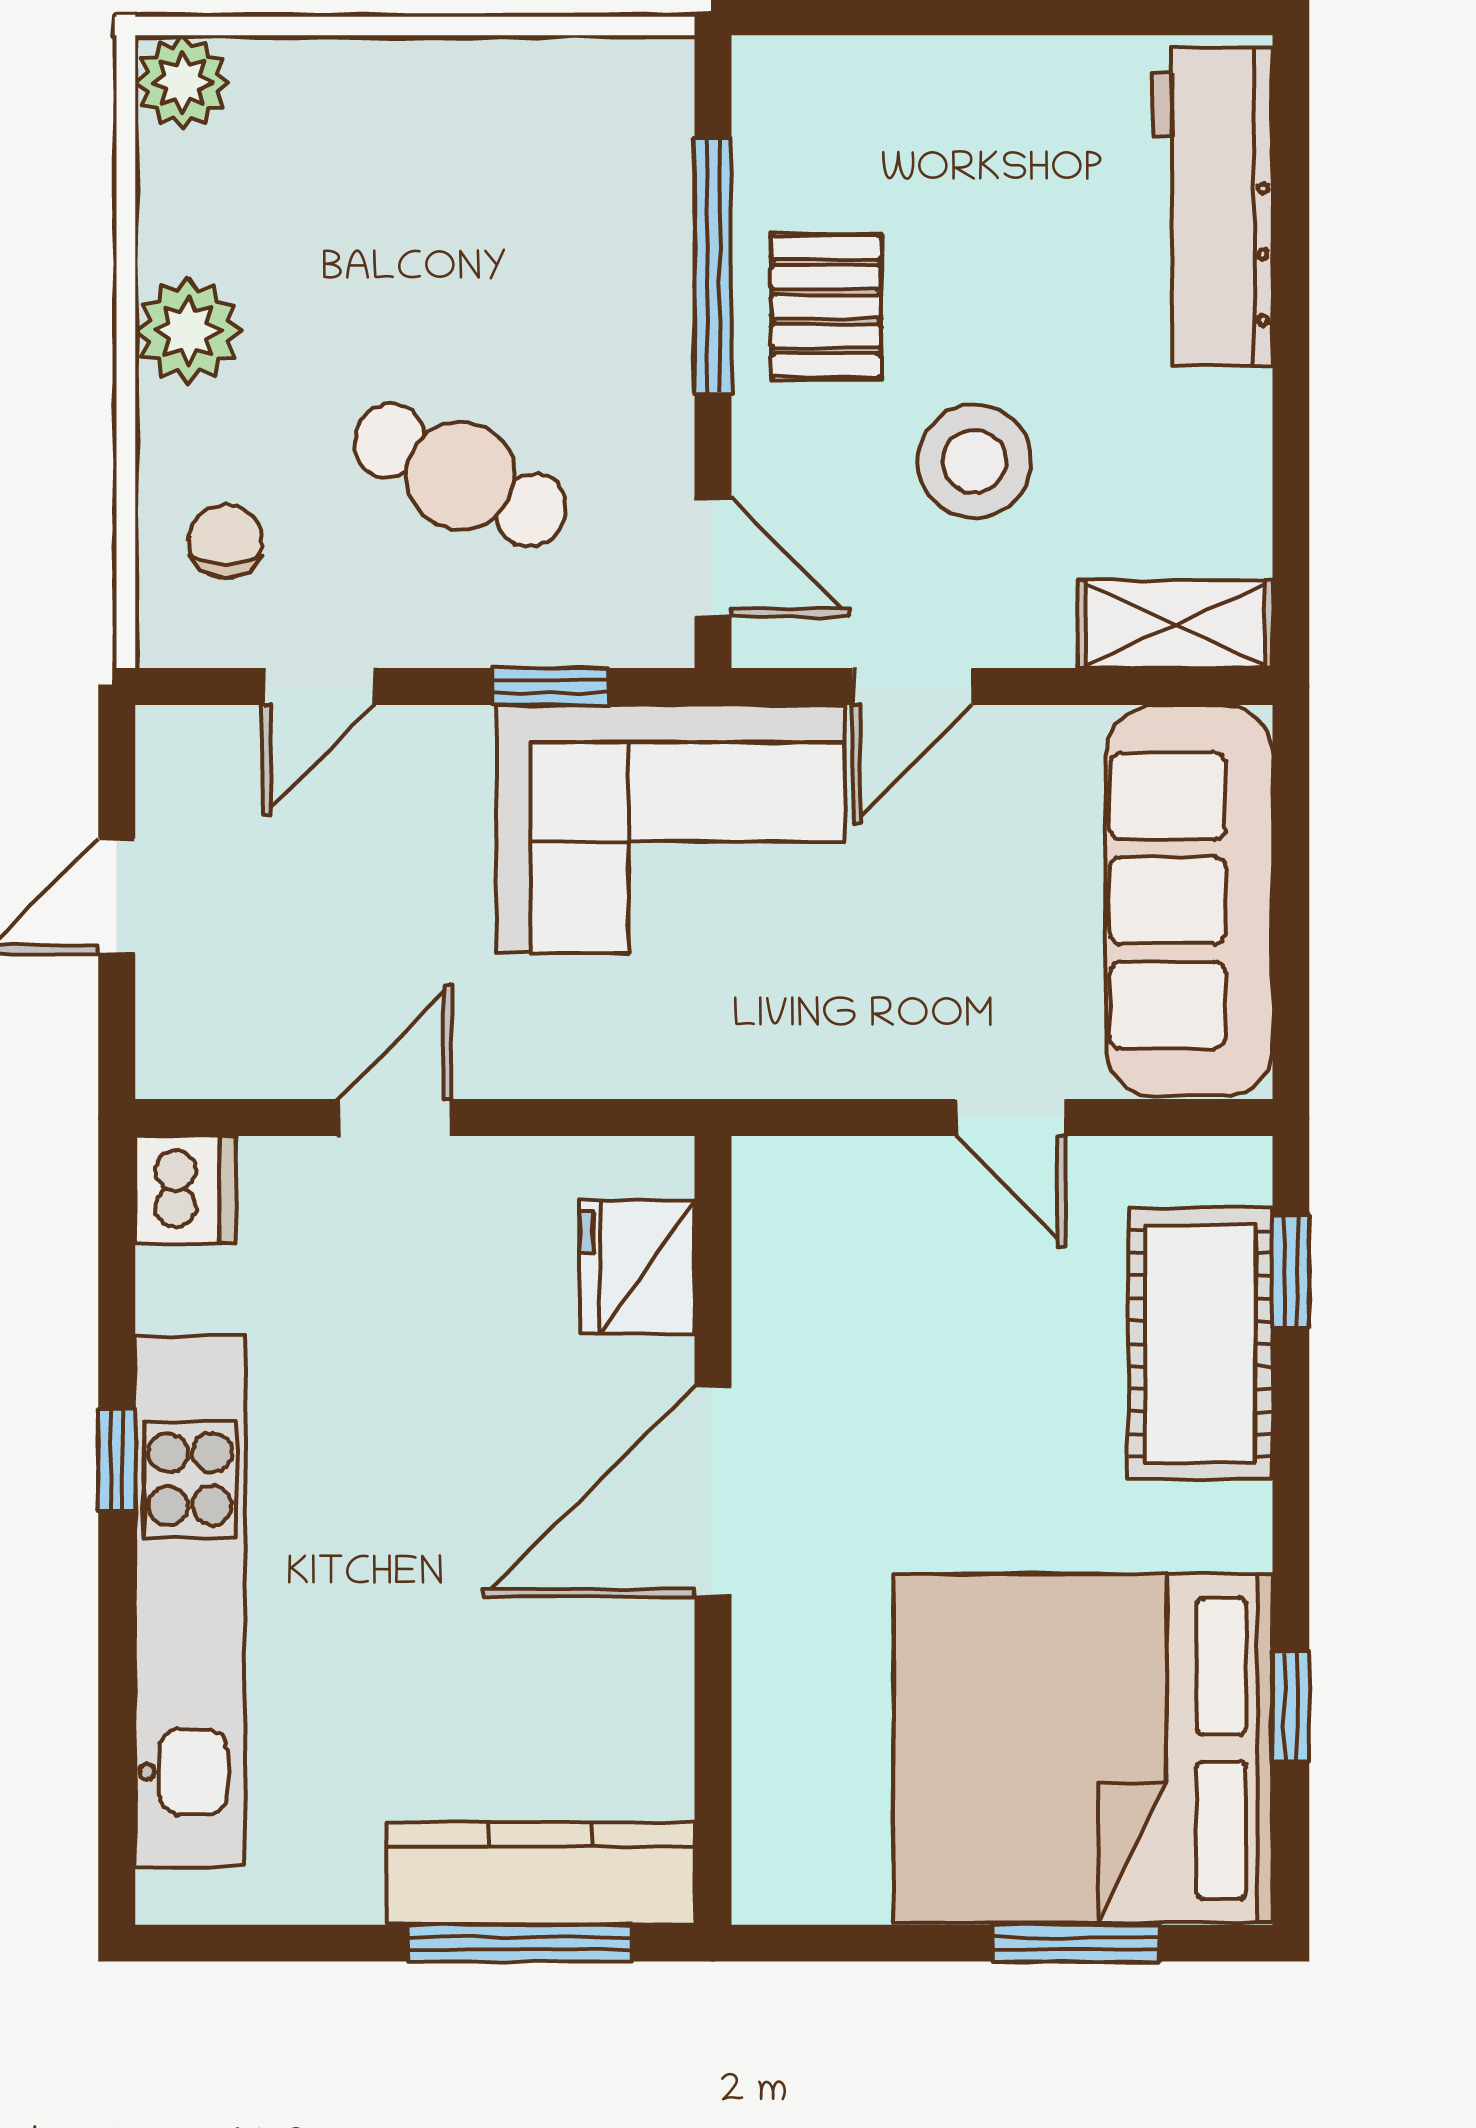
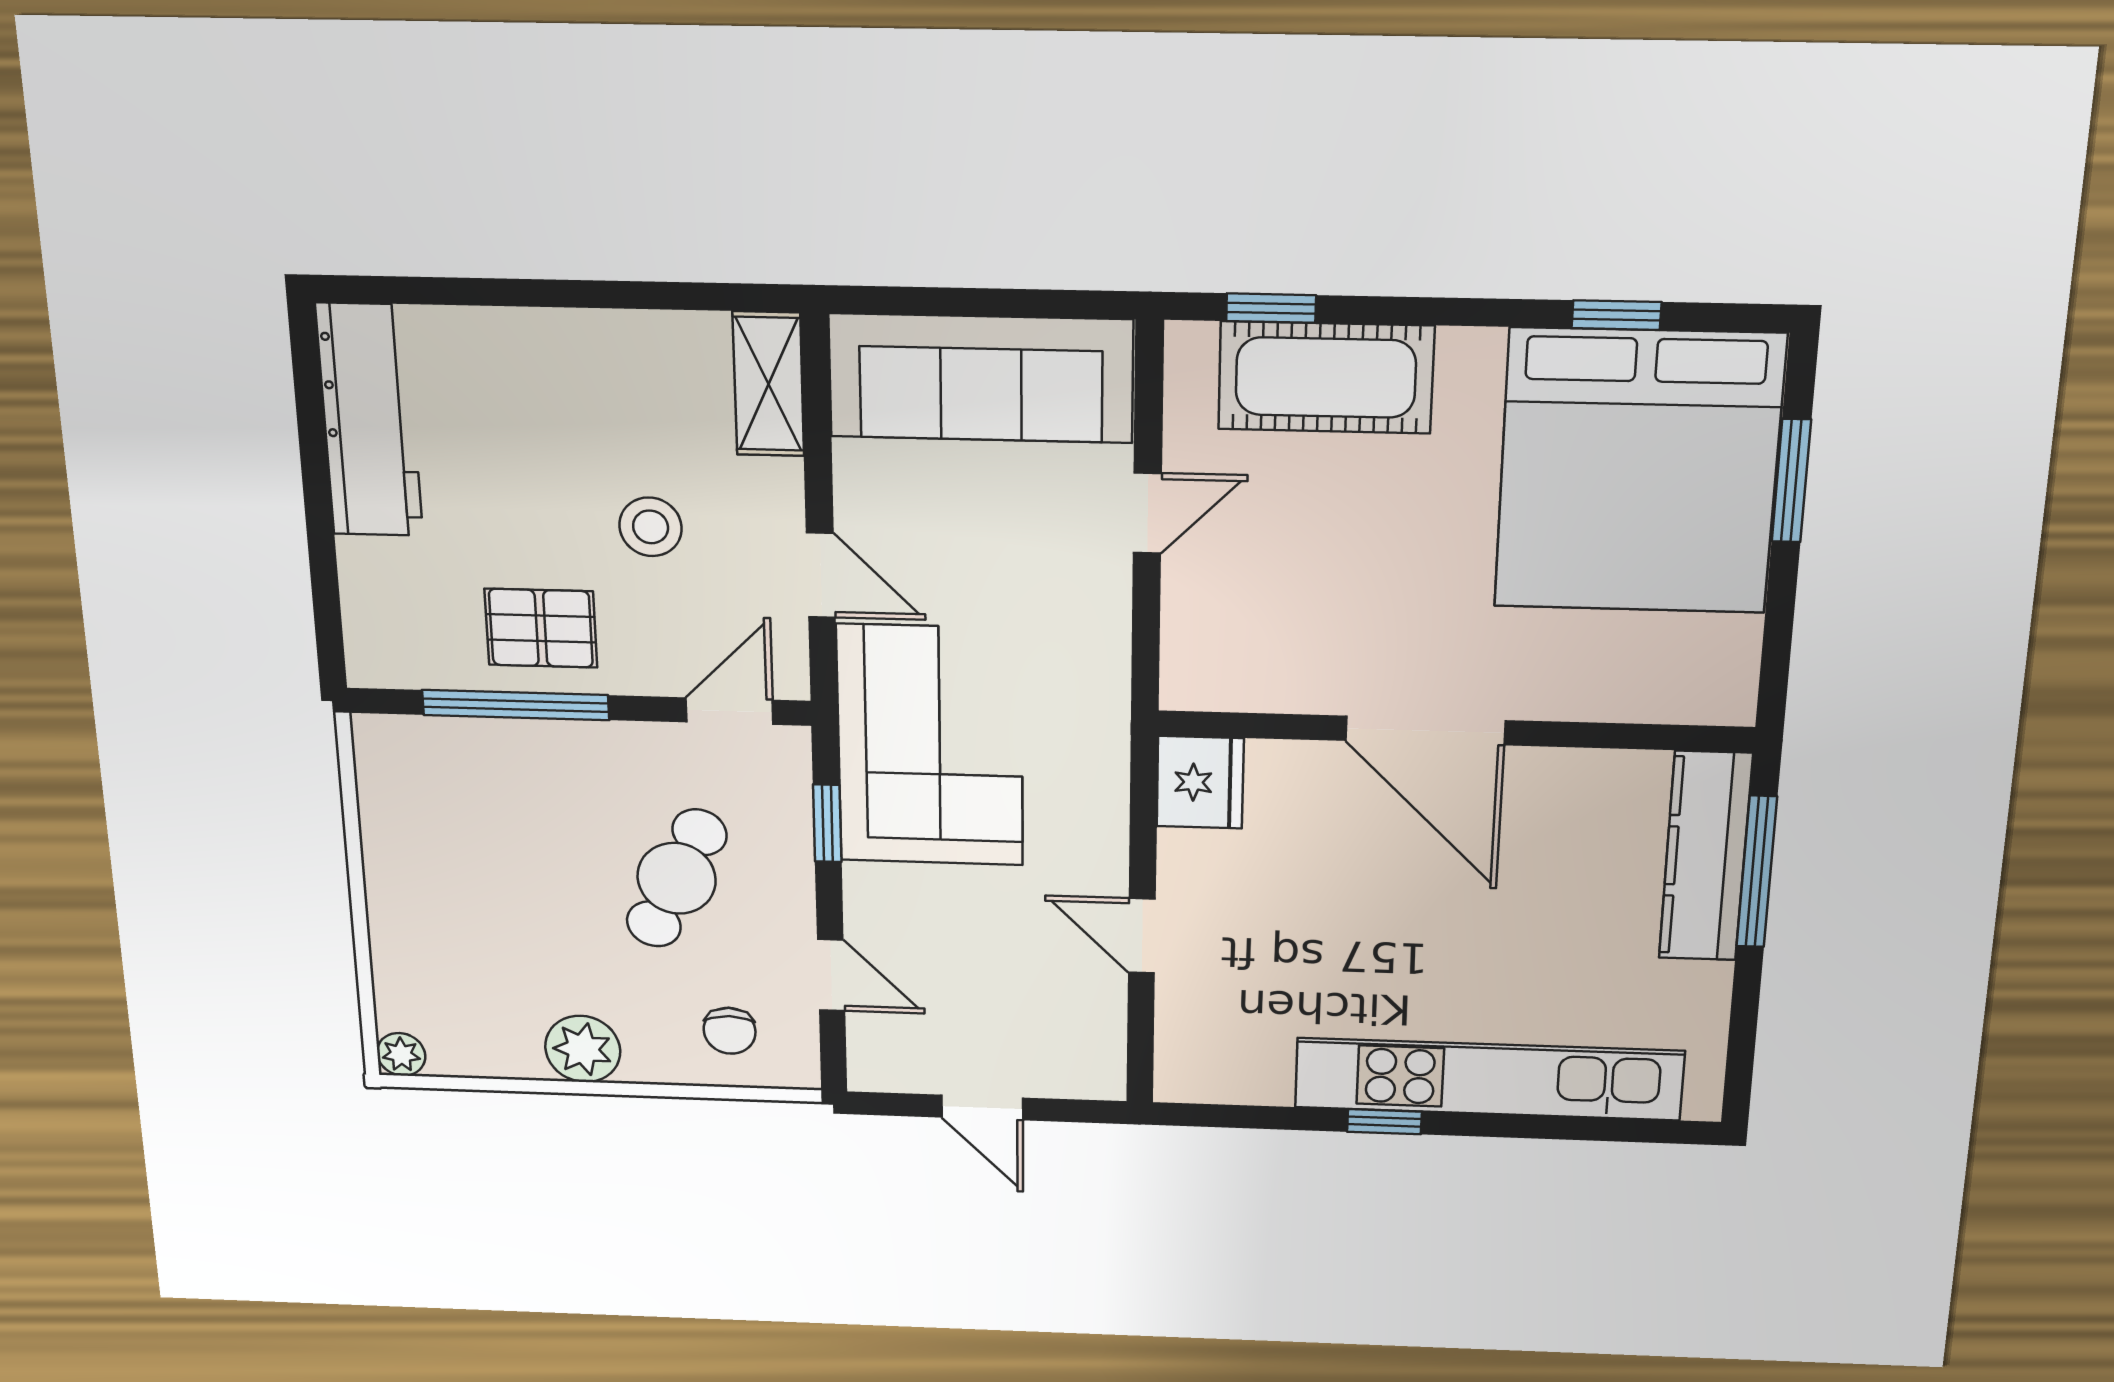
plant: (182, 83) -> (401, 1054), width x0.73, depth x0.73
workbench: (1213, 207) -> (370, 420), moved, turned -90
stool: (974, 461) -> (651, 527), width x0.73, depth x0.73
chair: (225, 541) -> (730, 1031), turned -90
dishwasher: (185, 1190) -> (1192, 1072), removed
fridge: (637, 1267) -> (1200, 782), moved, turned -90

